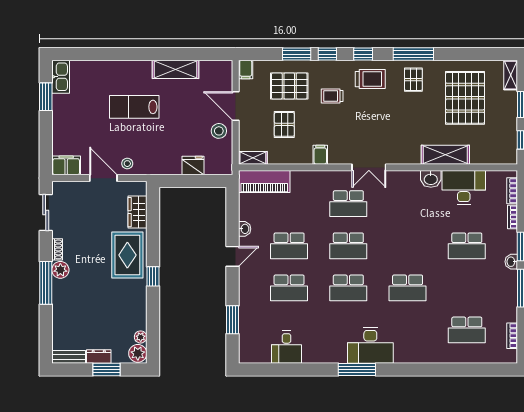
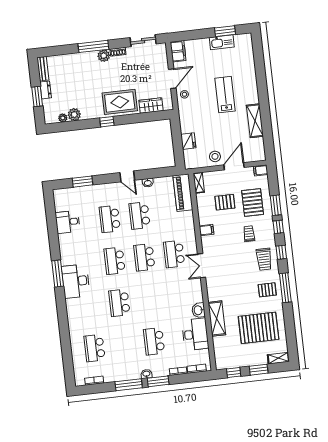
kitchen sink: (61, 77) -> (222, 42), moved
plant: (138, 353) -> (74, 115), moved

